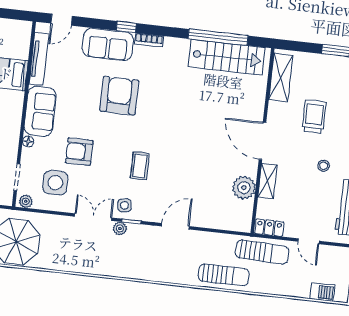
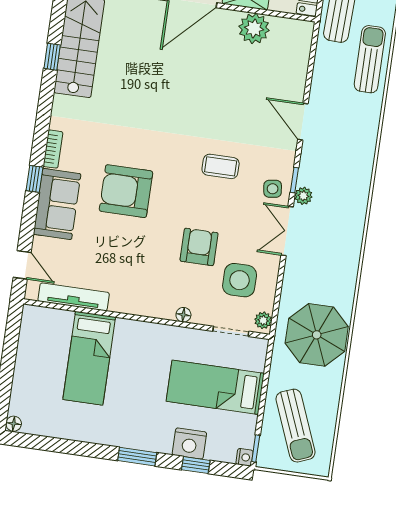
window: (218, 37) -> (52, 57), width x0.32
sofa: (40, 111) -> (144, 297), removed
armchair: (79, 152) -> (199, 247), turned 180

